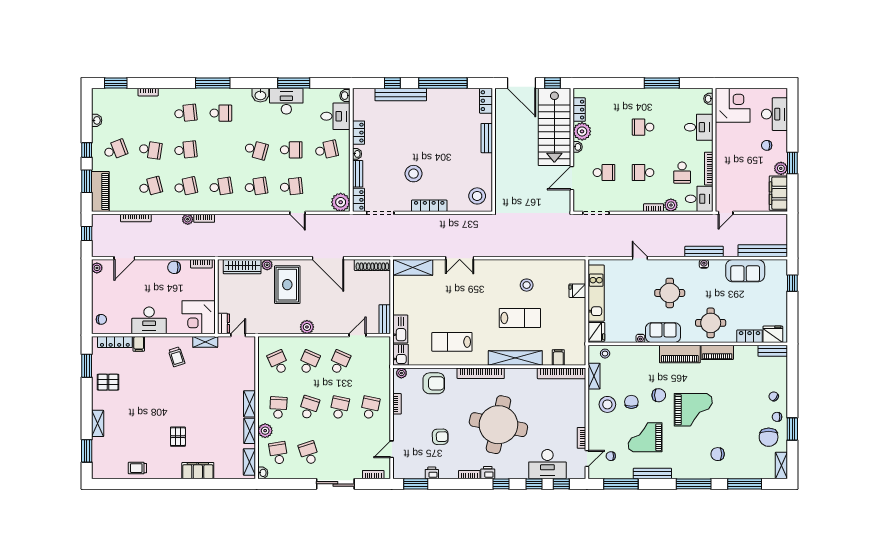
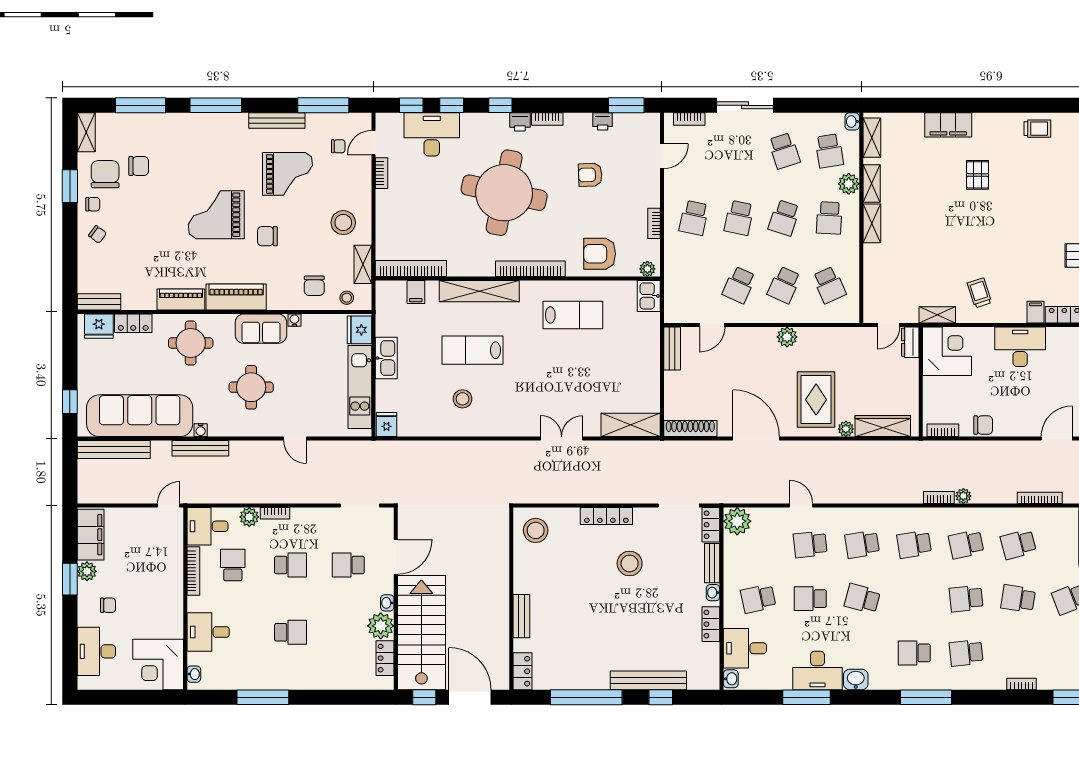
sofa: (745, 271) -> (140, 416), width x1.85, depth x1.27
fridge: (577, 291) -> (387, 425), moved, turned -90
kitchen sink: (400, 329) -> (386, 358), moved, turned 180
chair: (631, 402) -> (314, 286), moved
chair: (718, 454) -> (139, 166), moved

